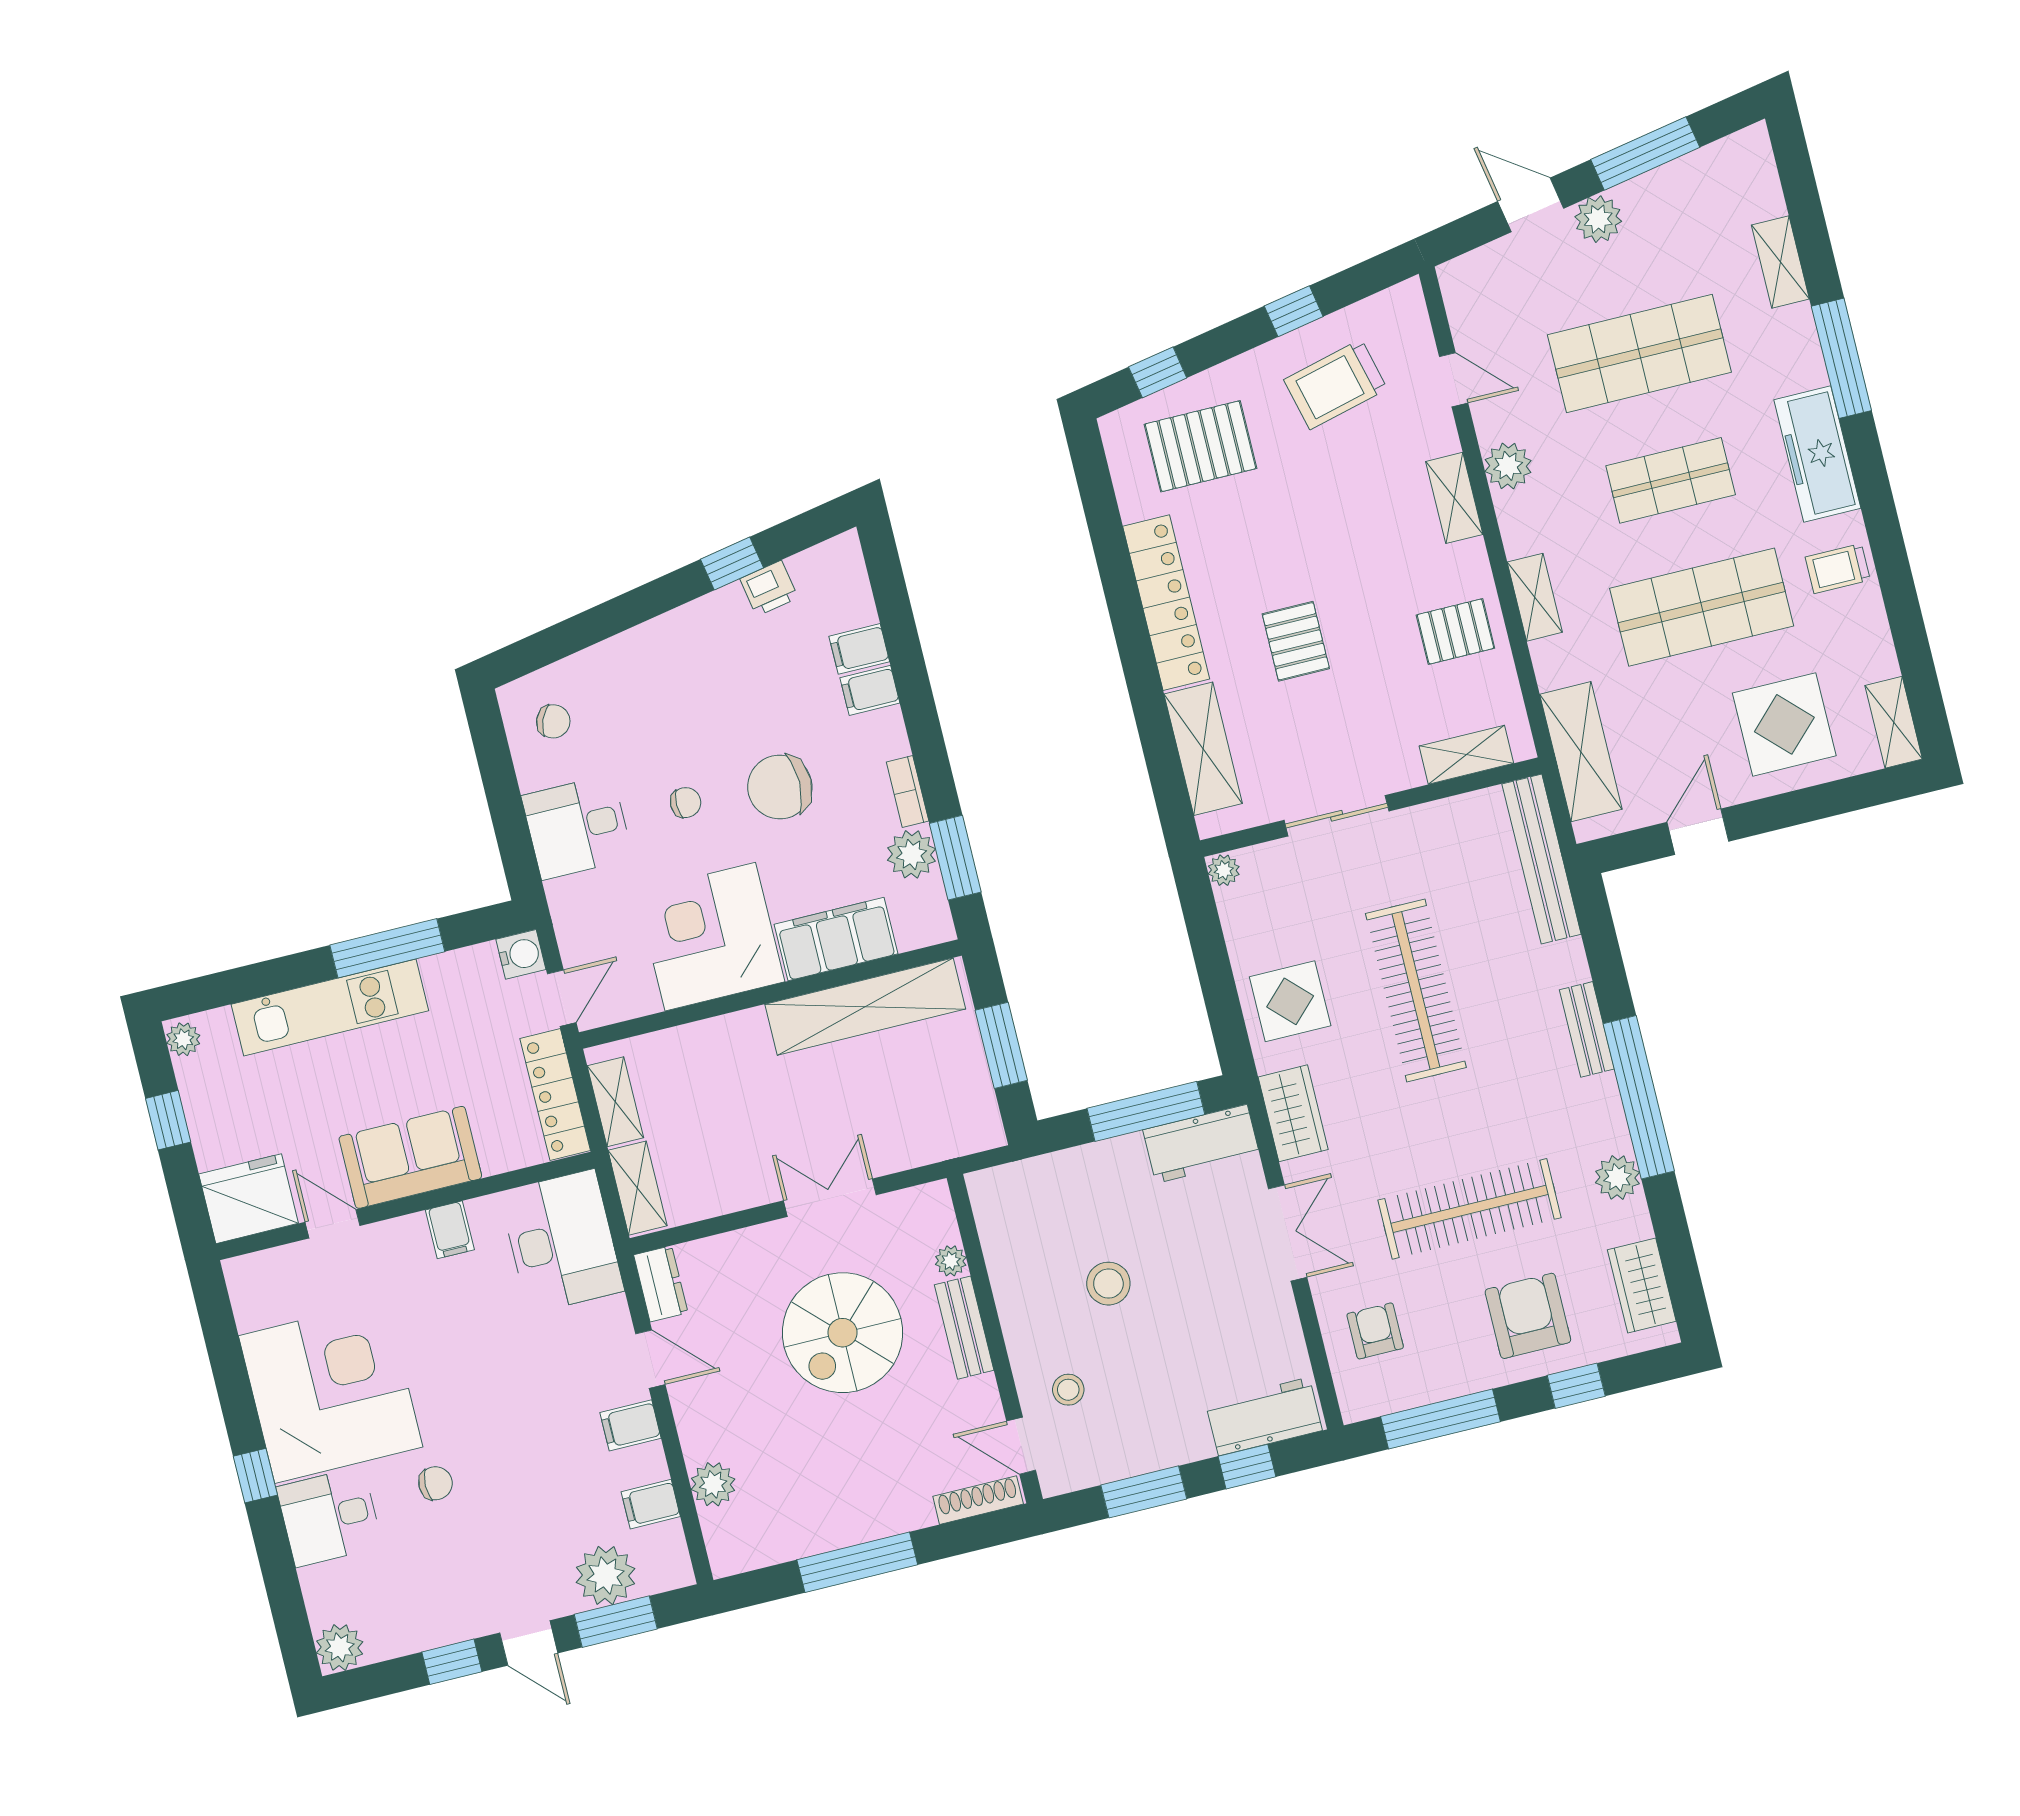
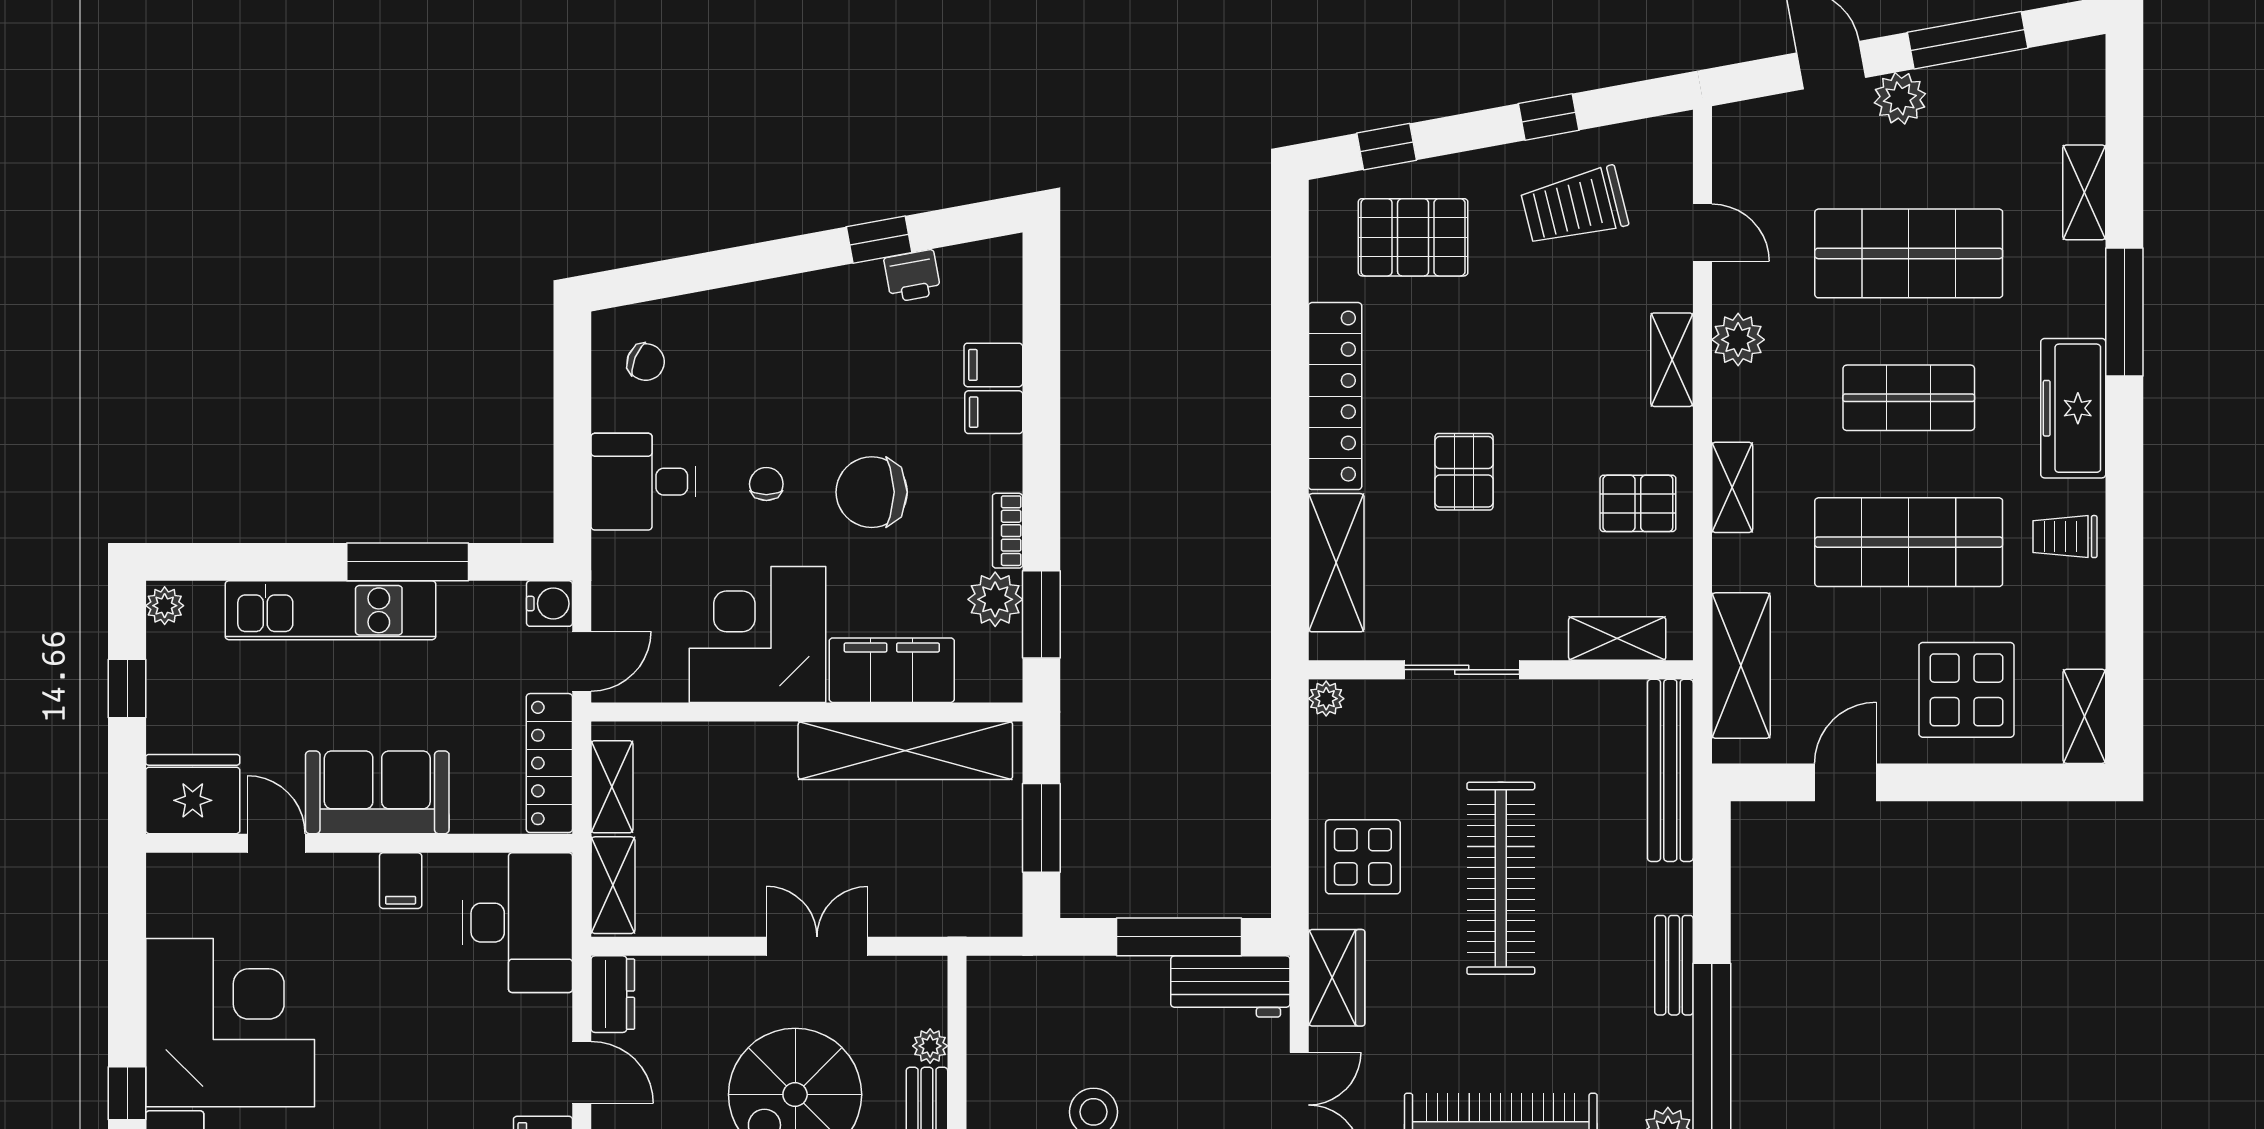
chair: (686, 803) -> (766, 484), turned -90

